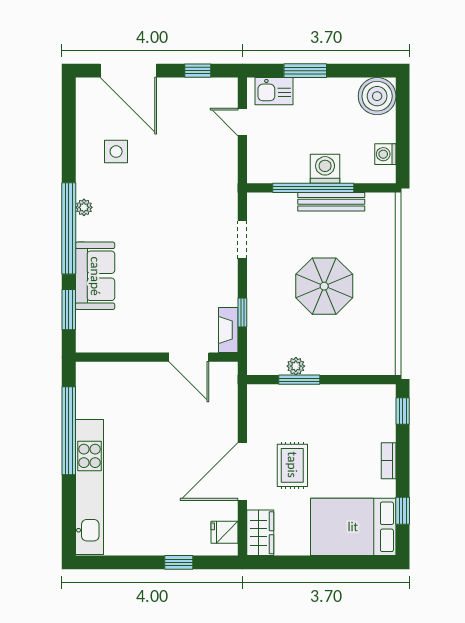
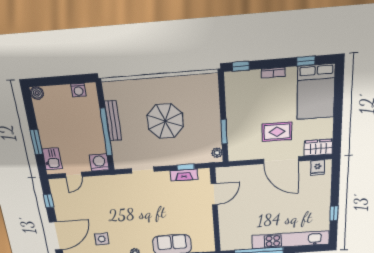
boiler: (377, 96) -> (37, 93), width x0.54, depth x0.54
washing machine: (325, 169) -> (99, 162), moved, turned 90
fireplace: (228, 330) -> (184, 175), moved
plant: (296, 366) -> (217, 153), moved
window: (179, 562) -> (334, 213), moved

